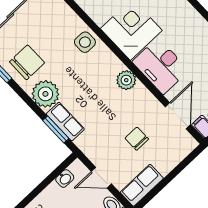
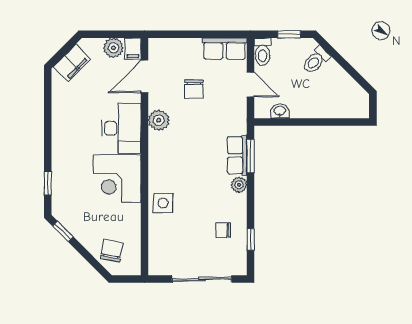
chair: (27, 62) -> (223, 230), width x0.54, depth x0.54
plant: (126, 80) -> (159, 120), moved
plant: (45, 94) -> (239, 185), width x0.53, depth x0.53

